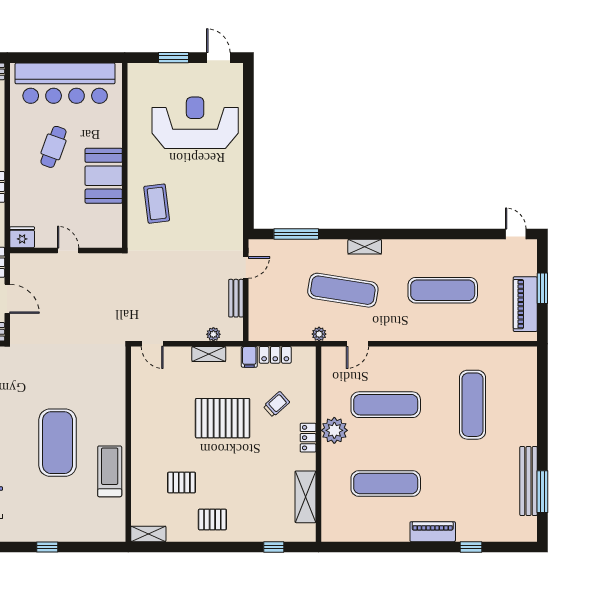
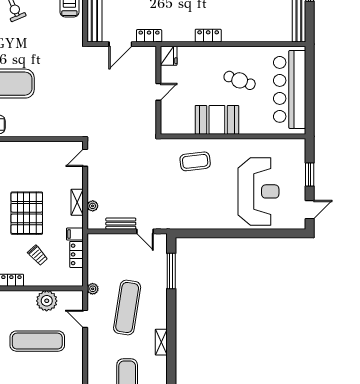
shelving: (365, 247) -> (161, 342), moved
exercise mat: (386, 405) -> (37, 341), turned 90
plant: (334, 430) -> (47, 301), moved

